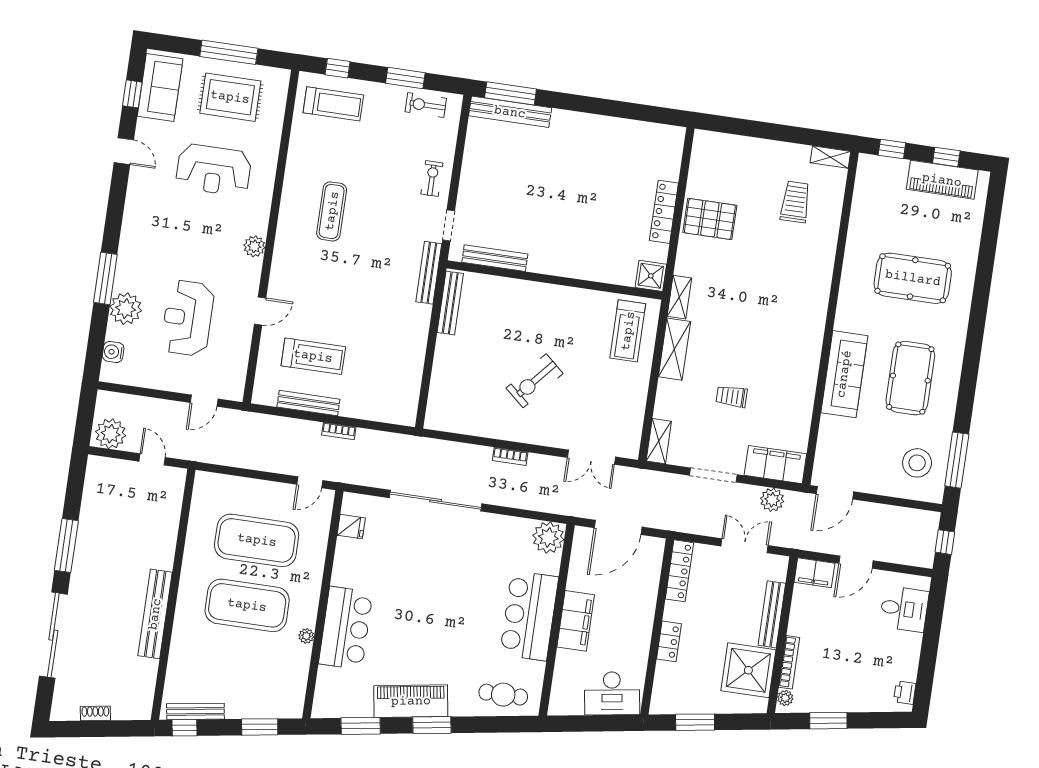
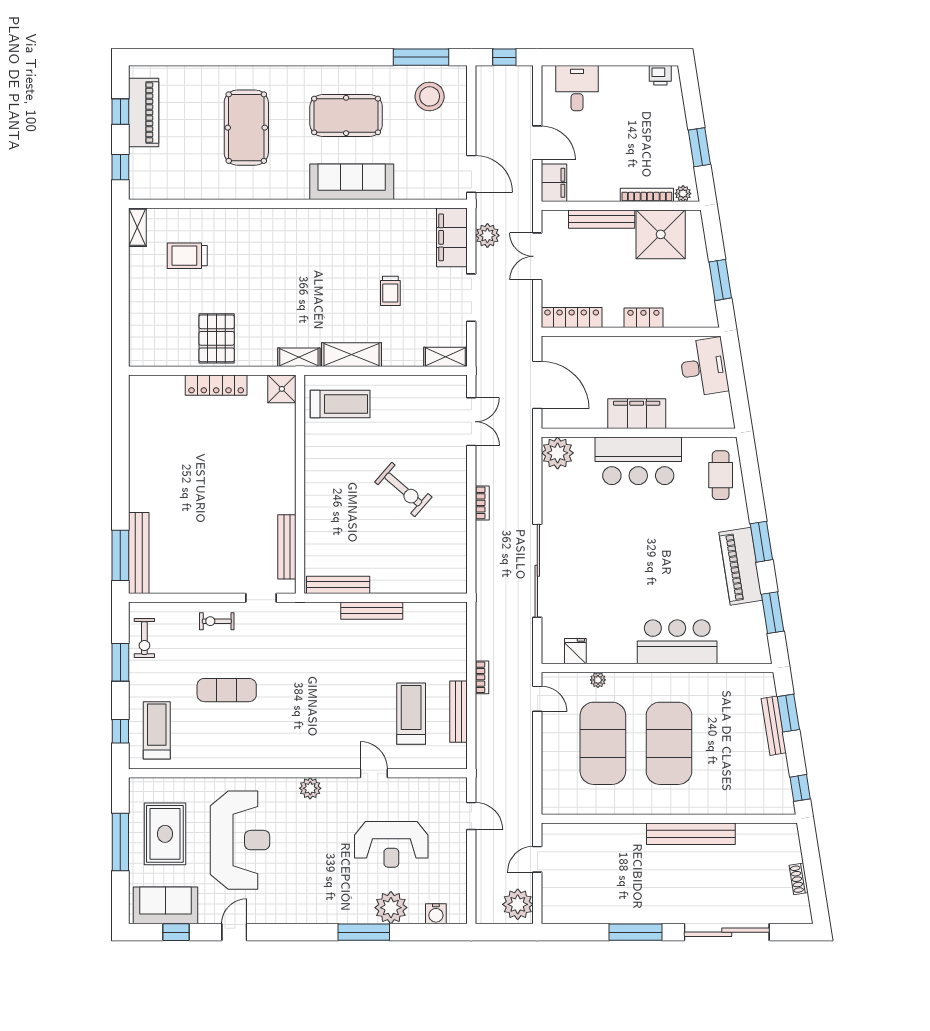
reception desk: (214, 170) -> (240, 840), width x1.36, depth x1.30
exercise mat: (332, 211) -> (227, 690), moved
bench: (429, 273) -> (372, 611), moved
plant: (306, 636) -> (598, 680), moved
bench: (195, 711) -> (774, 726), moved

